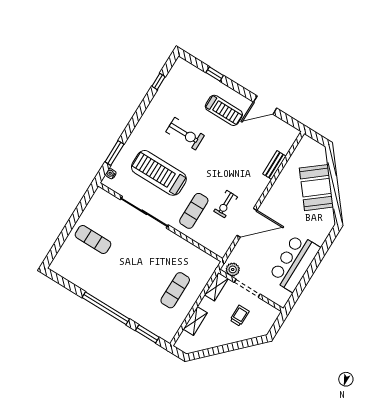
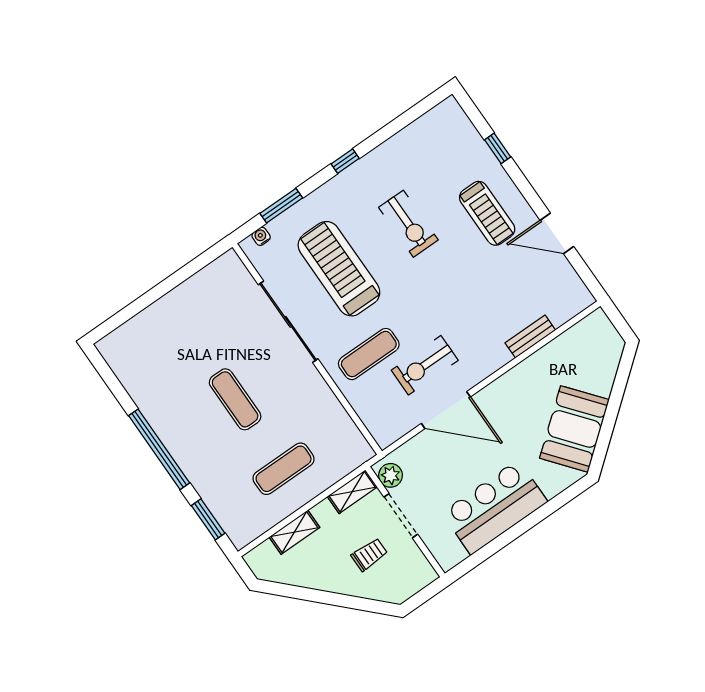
window: (159, 82) -> (345, 161), moved
booth: (316, 188) -> (574, 429), moved
exercise bike: (226, 204) -> (425, 365), width x1.38, depth x1.39
exercise mat: (93, 240) -> (235, 399), moved

